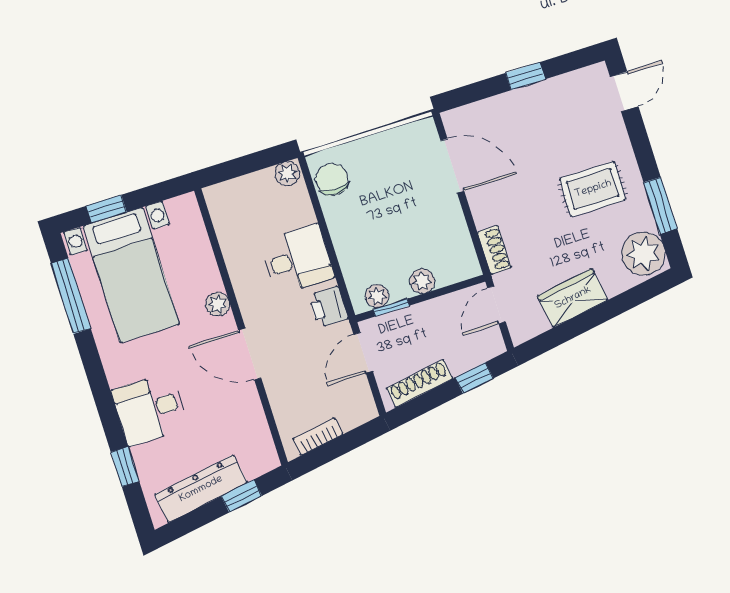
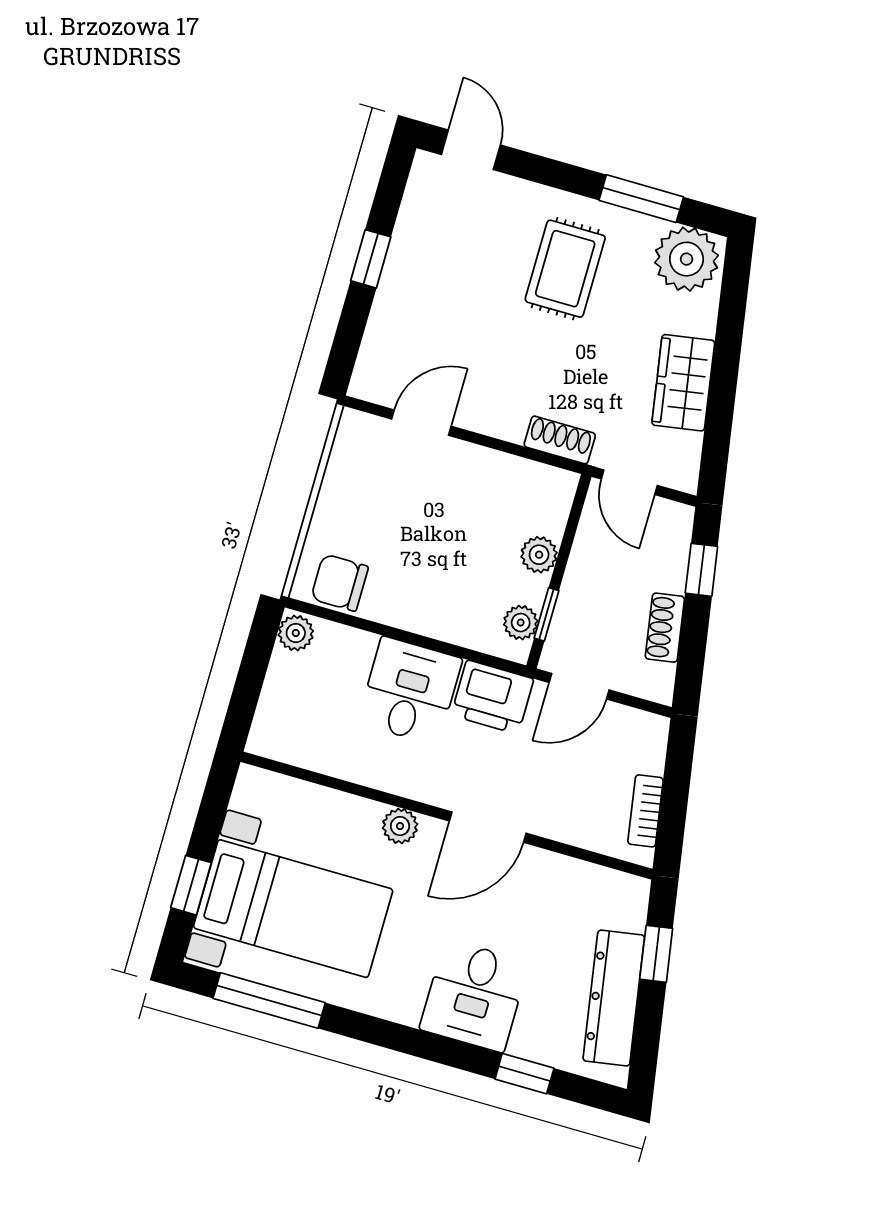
door: (452, 166) -> (421, 423), width x0.73
printer: (328, 307) -> (492, 697), width x1.36, depth x1.24
door: (363, 353) -> (579, 686), hinge flipped
shoe rack: (420, 383) -> (665, 628), width x0.70

